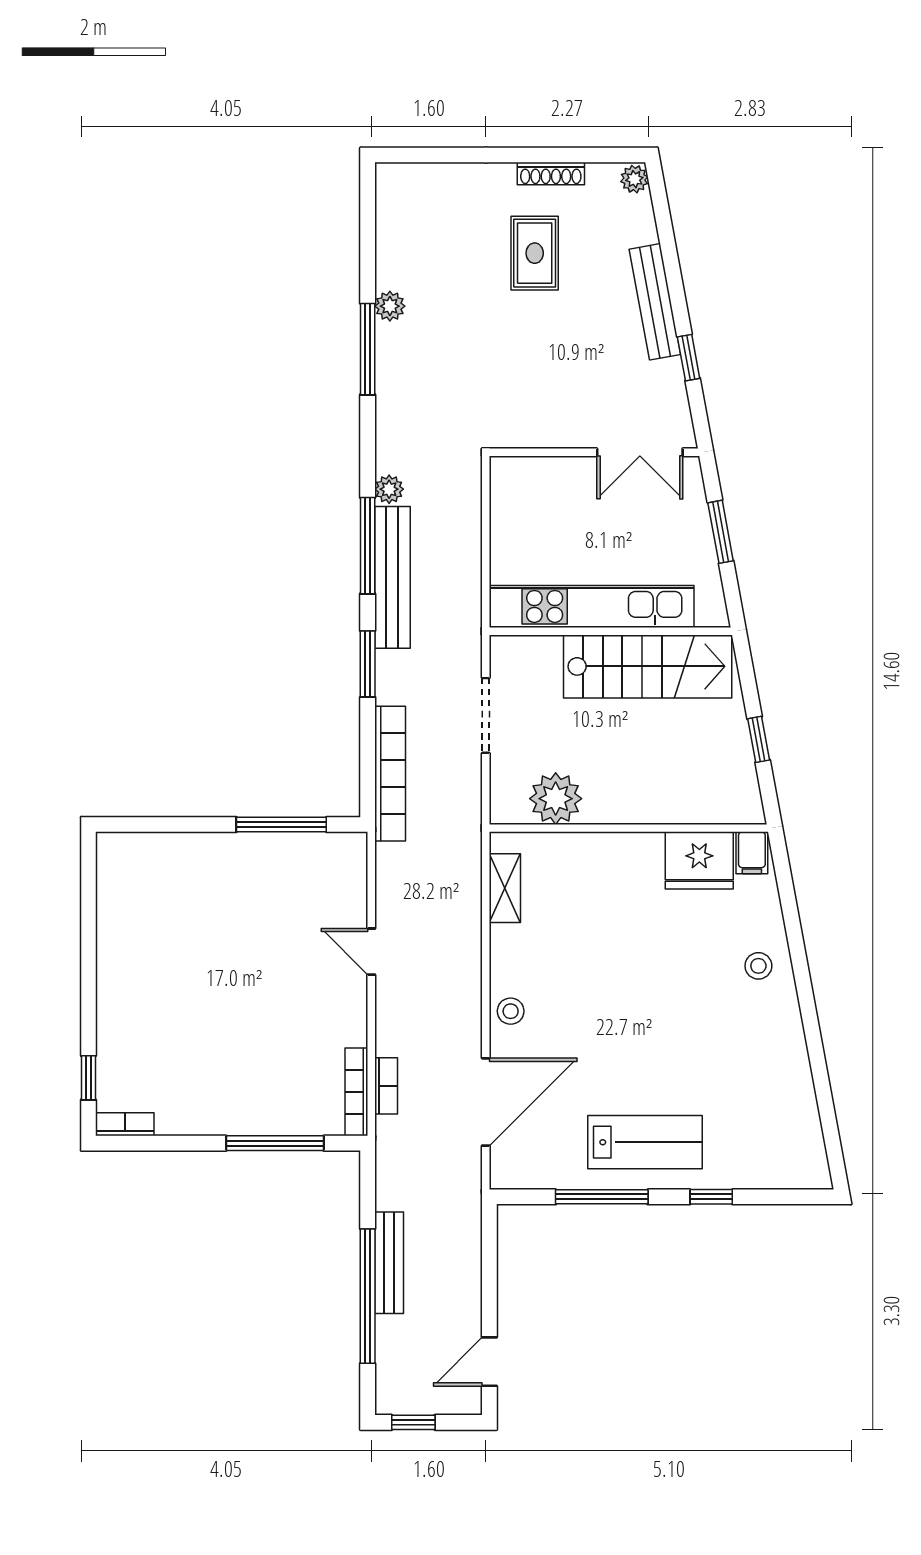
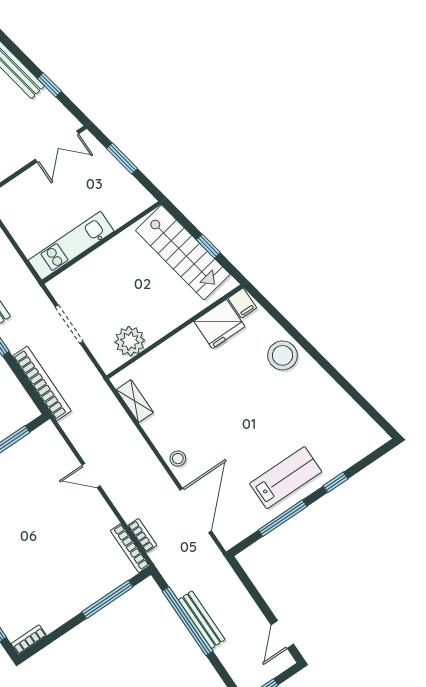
kitchen unit: (592, 606) -> (71, 246), width x0.73
stairs: (648, 666) -> (183, 252), moved, turned 80
stool: (758, 966) -> (282, 355), width x1.89, depth x1.89
window: (368, 1296) -> (188, 621), moved

